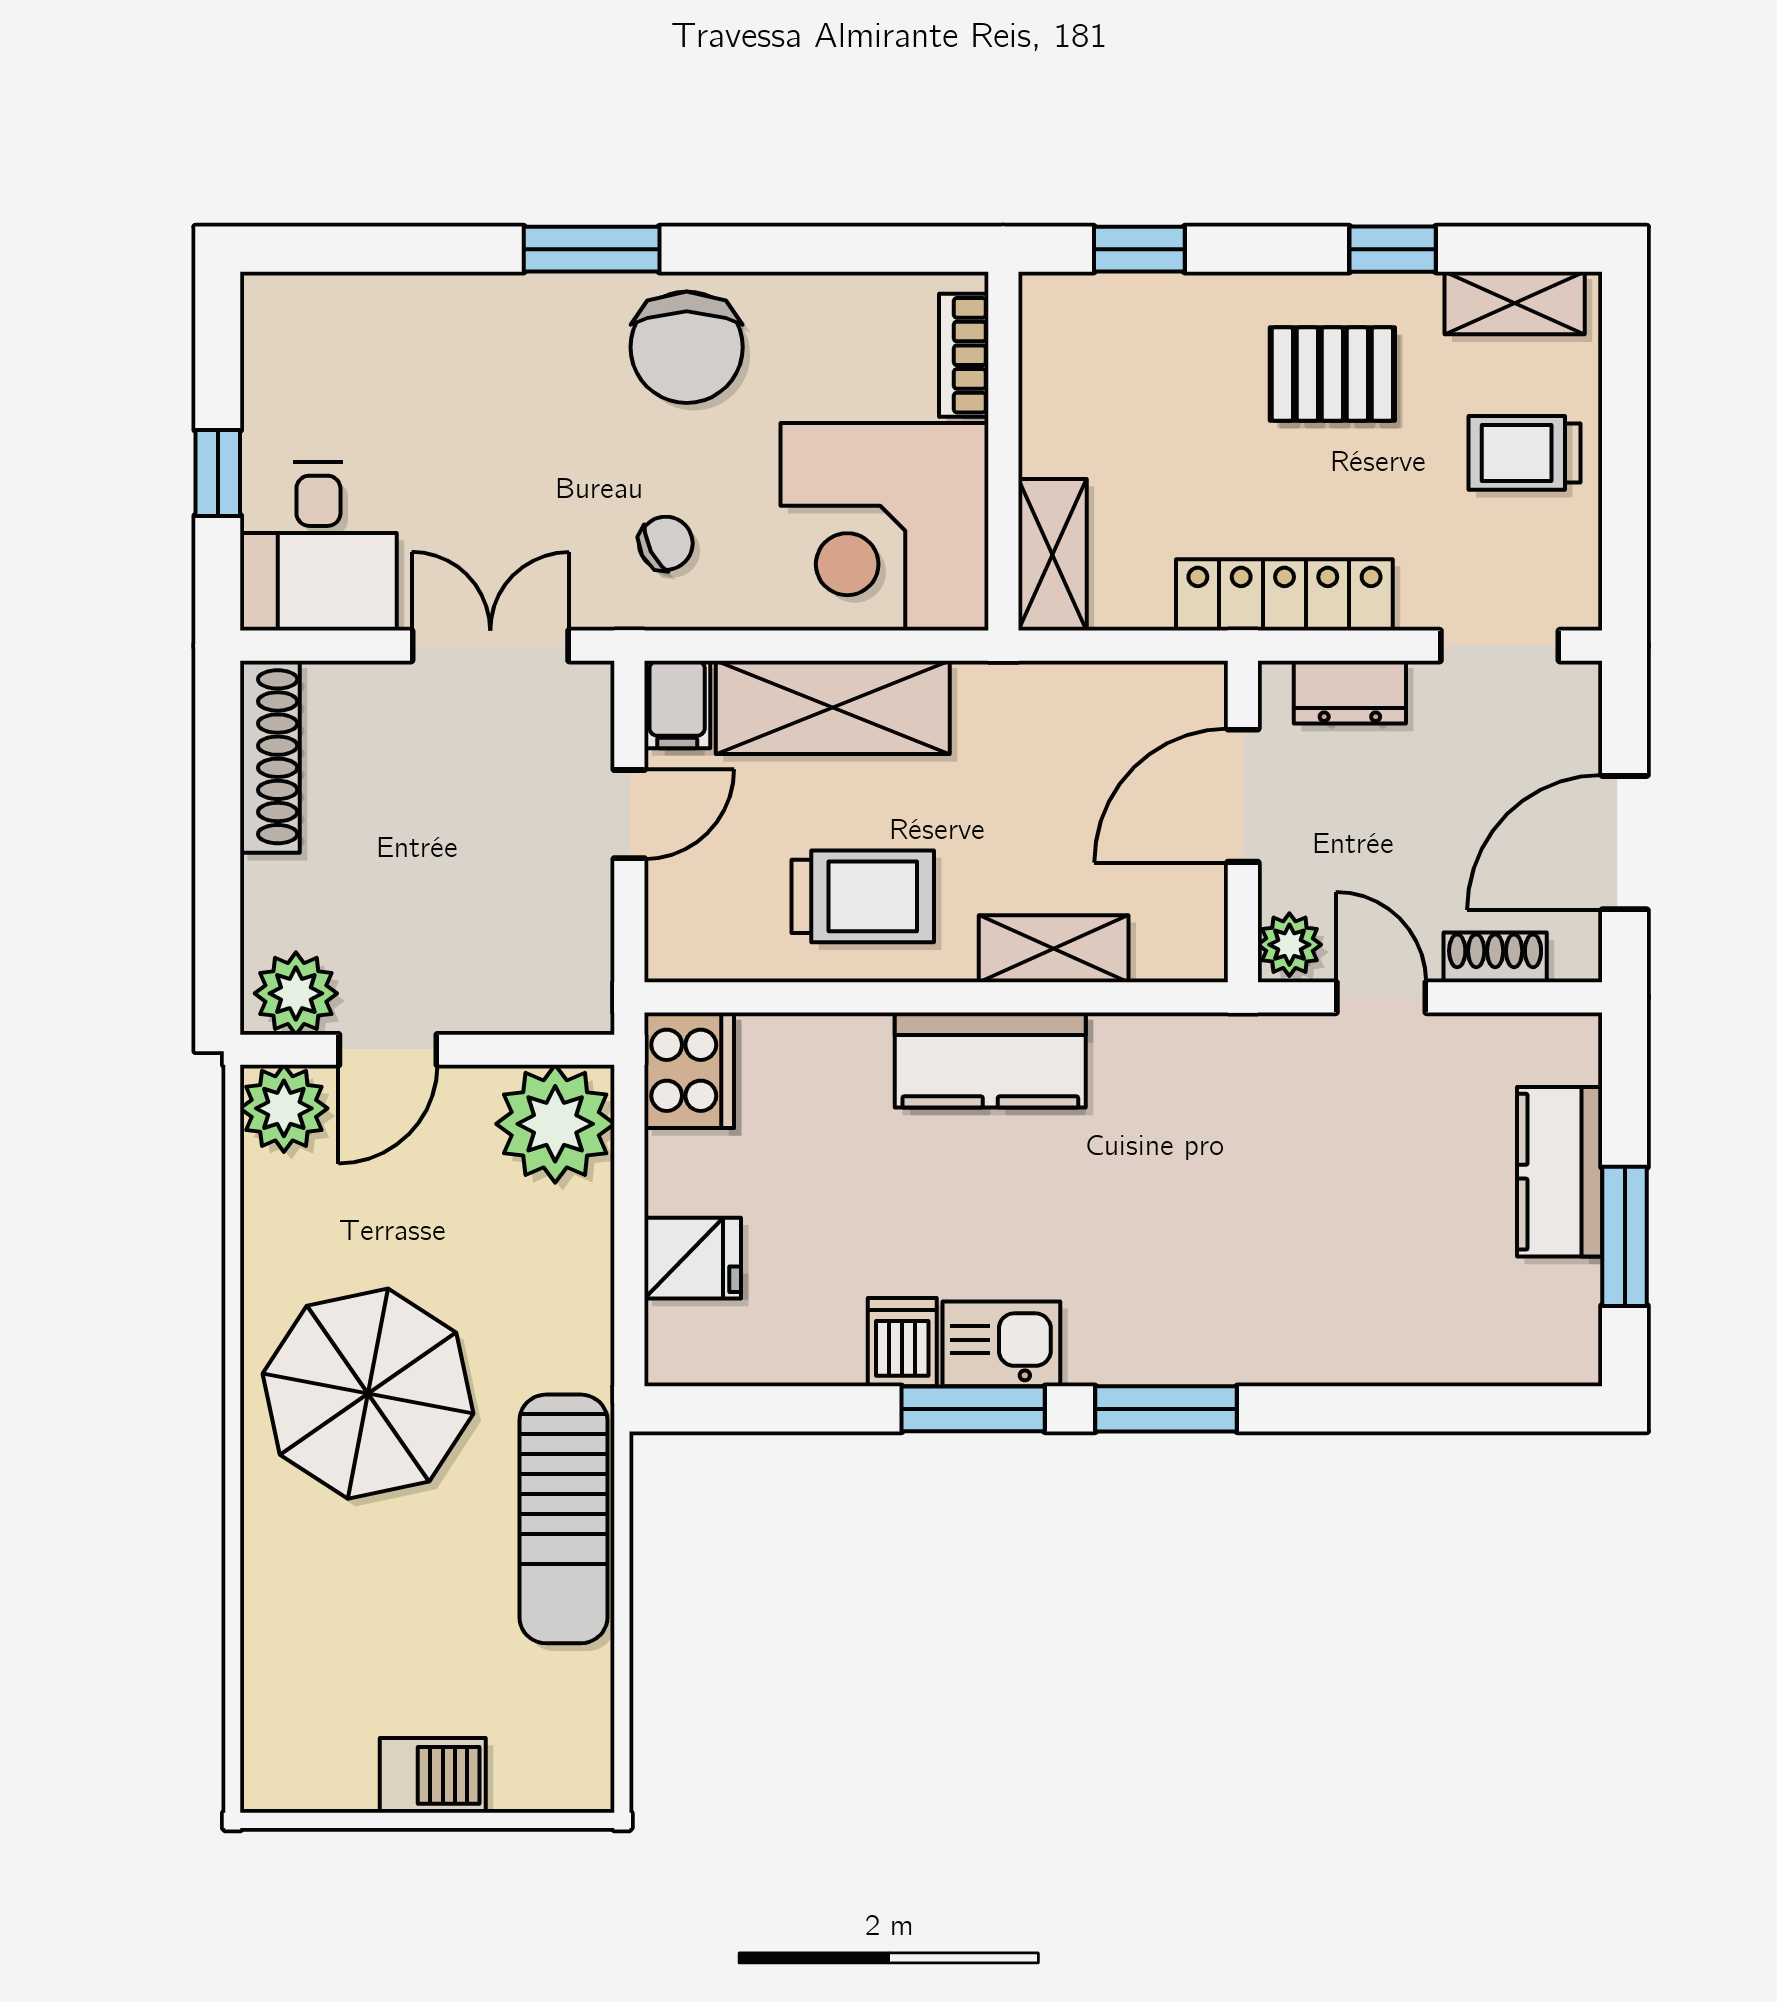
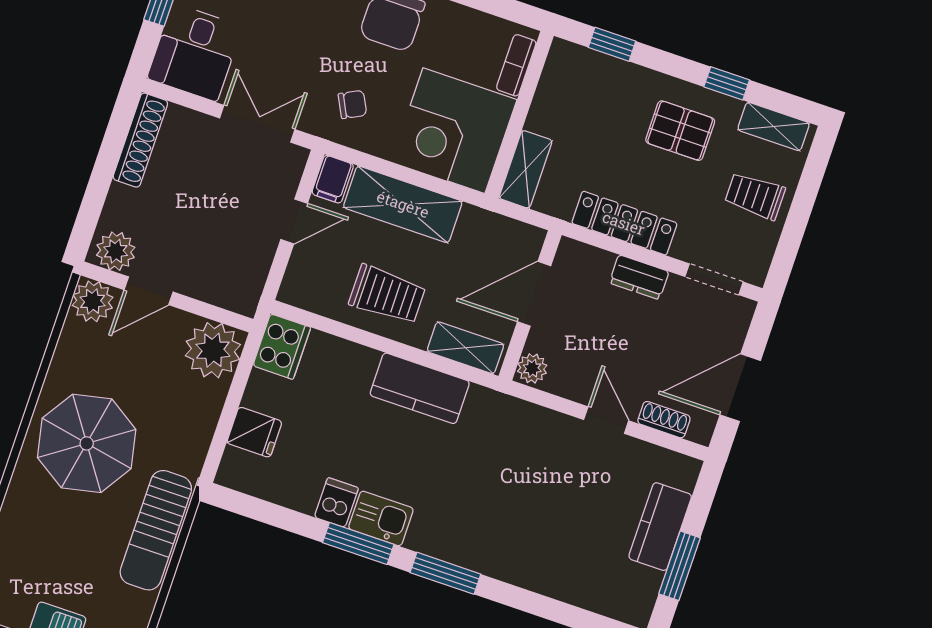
door: (1243, 796) -> (534, 294), moved
wall: (1243, 822) -> (530, 305), moved
plant: (1289, 945) -> (532, 368), moved

